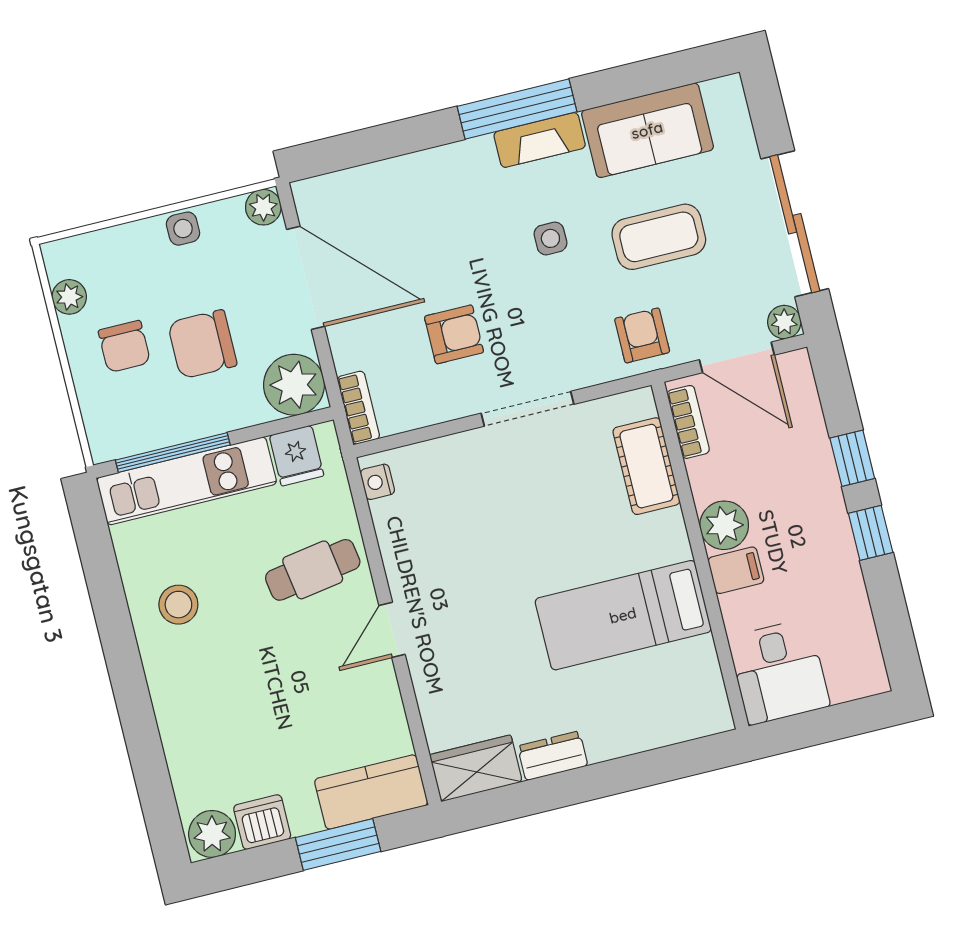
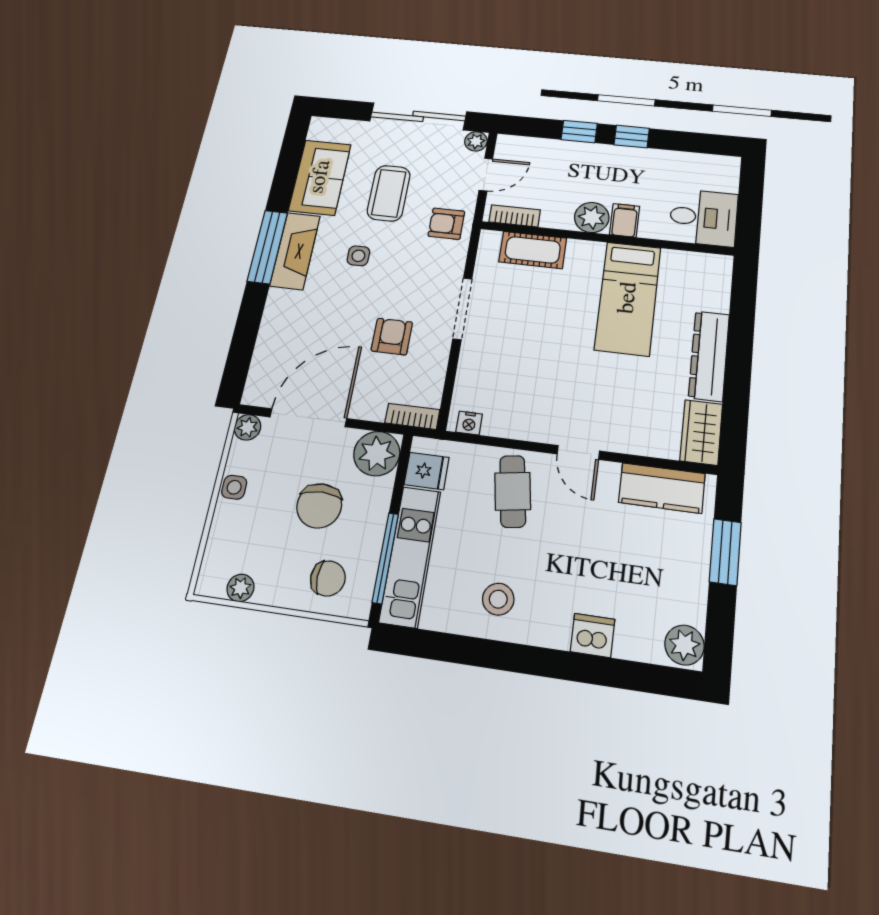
fireplace: (540, 140) -> (295, 251), width x1.37, depth x1.32
chair: (124, 346) -> (328, 578), moved
door: (737, 357) -> (486, 175), width x0.73
dresser: (553, 756) -> (709, 356), width x1.96, depth x1.24
kitchen counter: (371, 792) -> (662, 488), moved, turned -90
dishwasher: (262, 822) -> (593, 635), moved, turned 90

